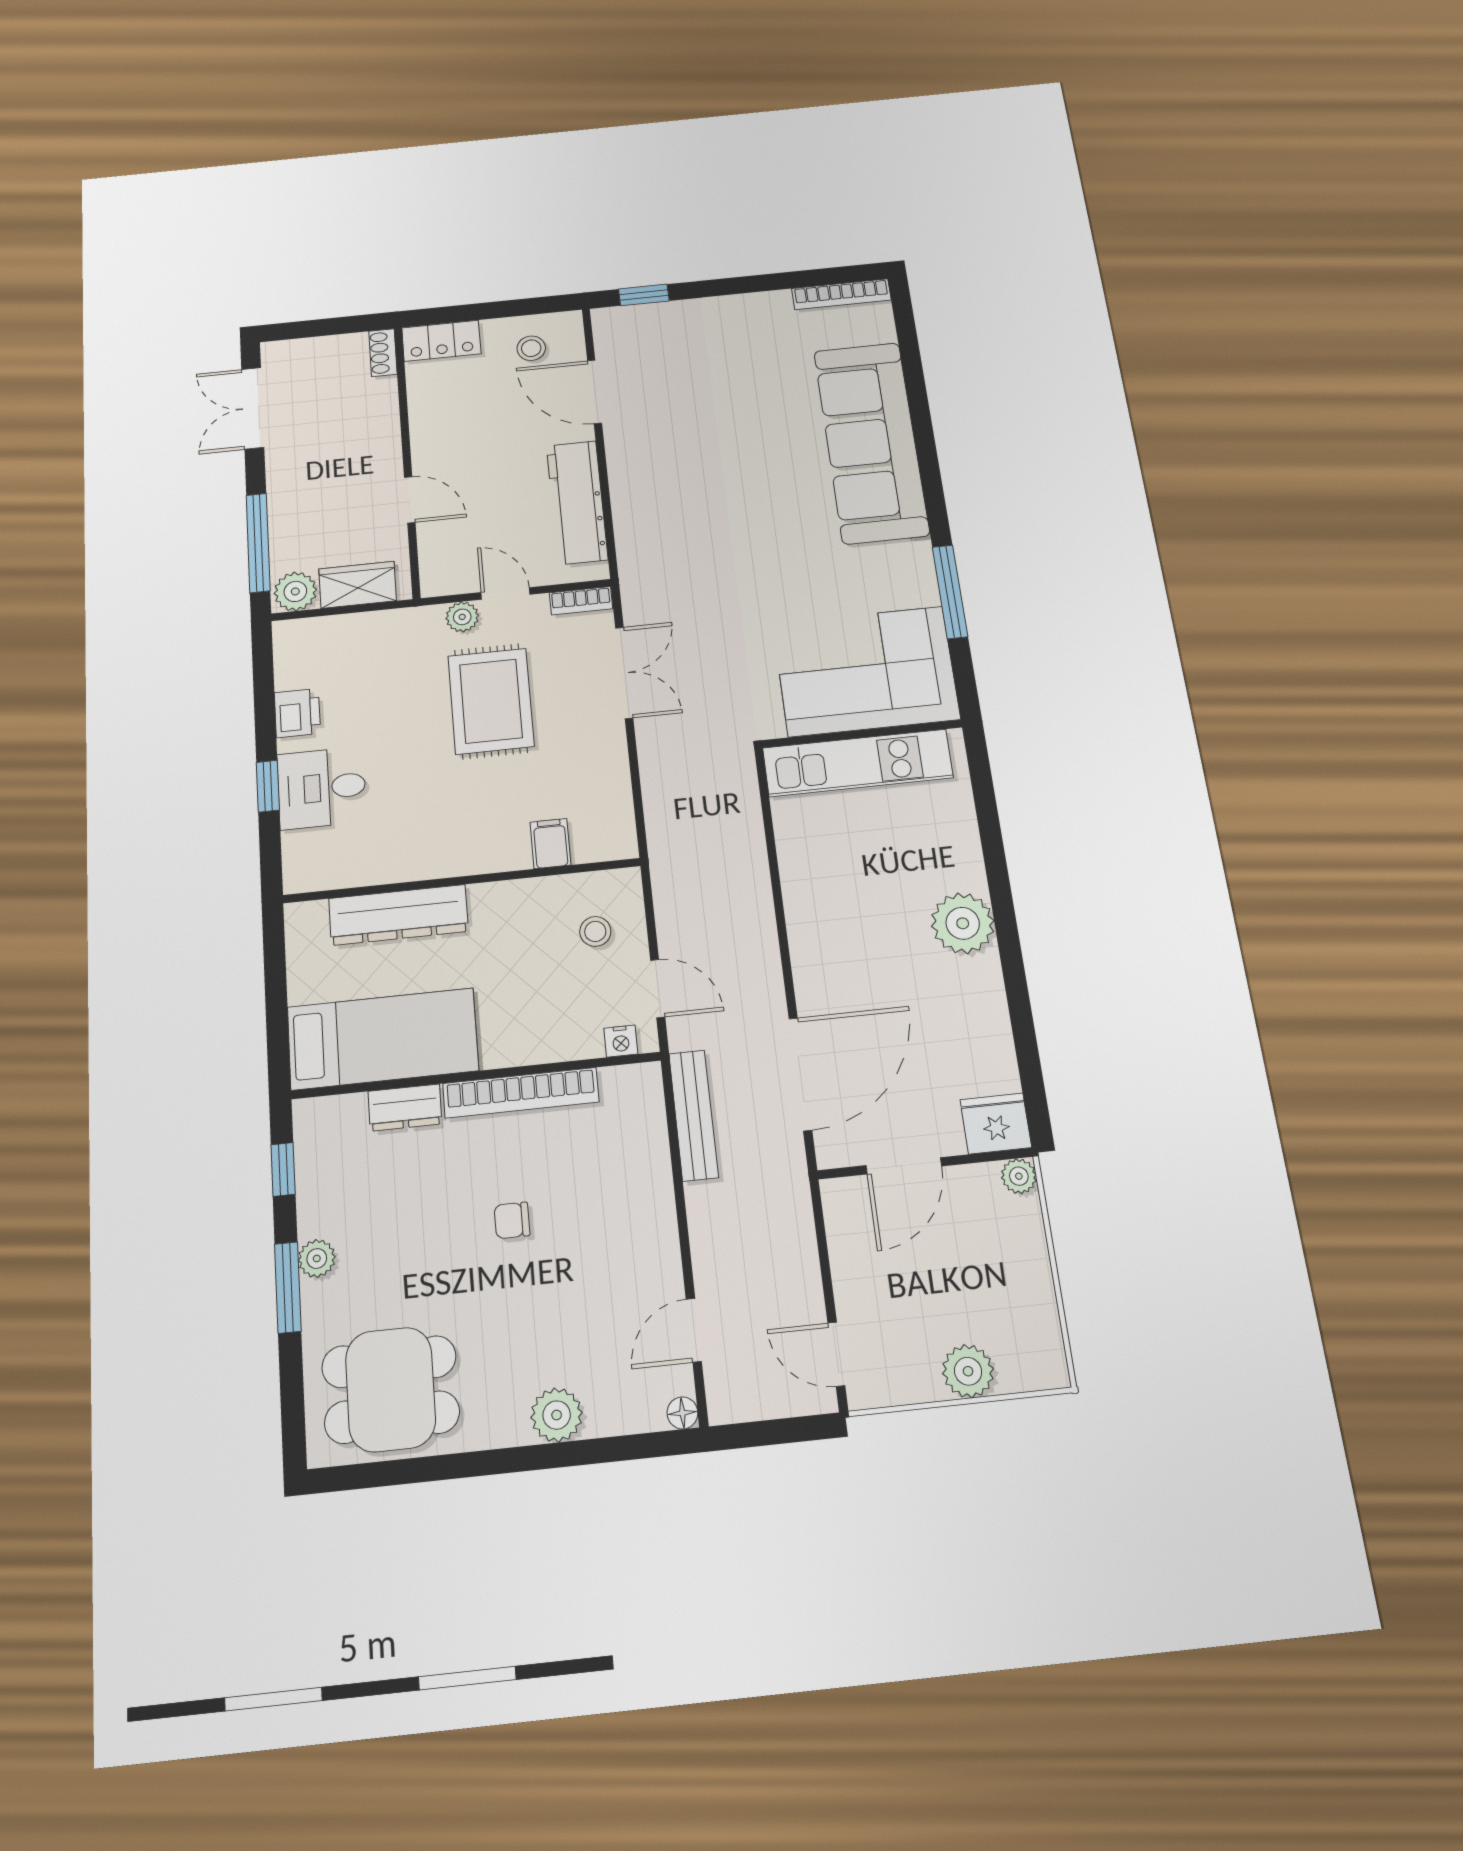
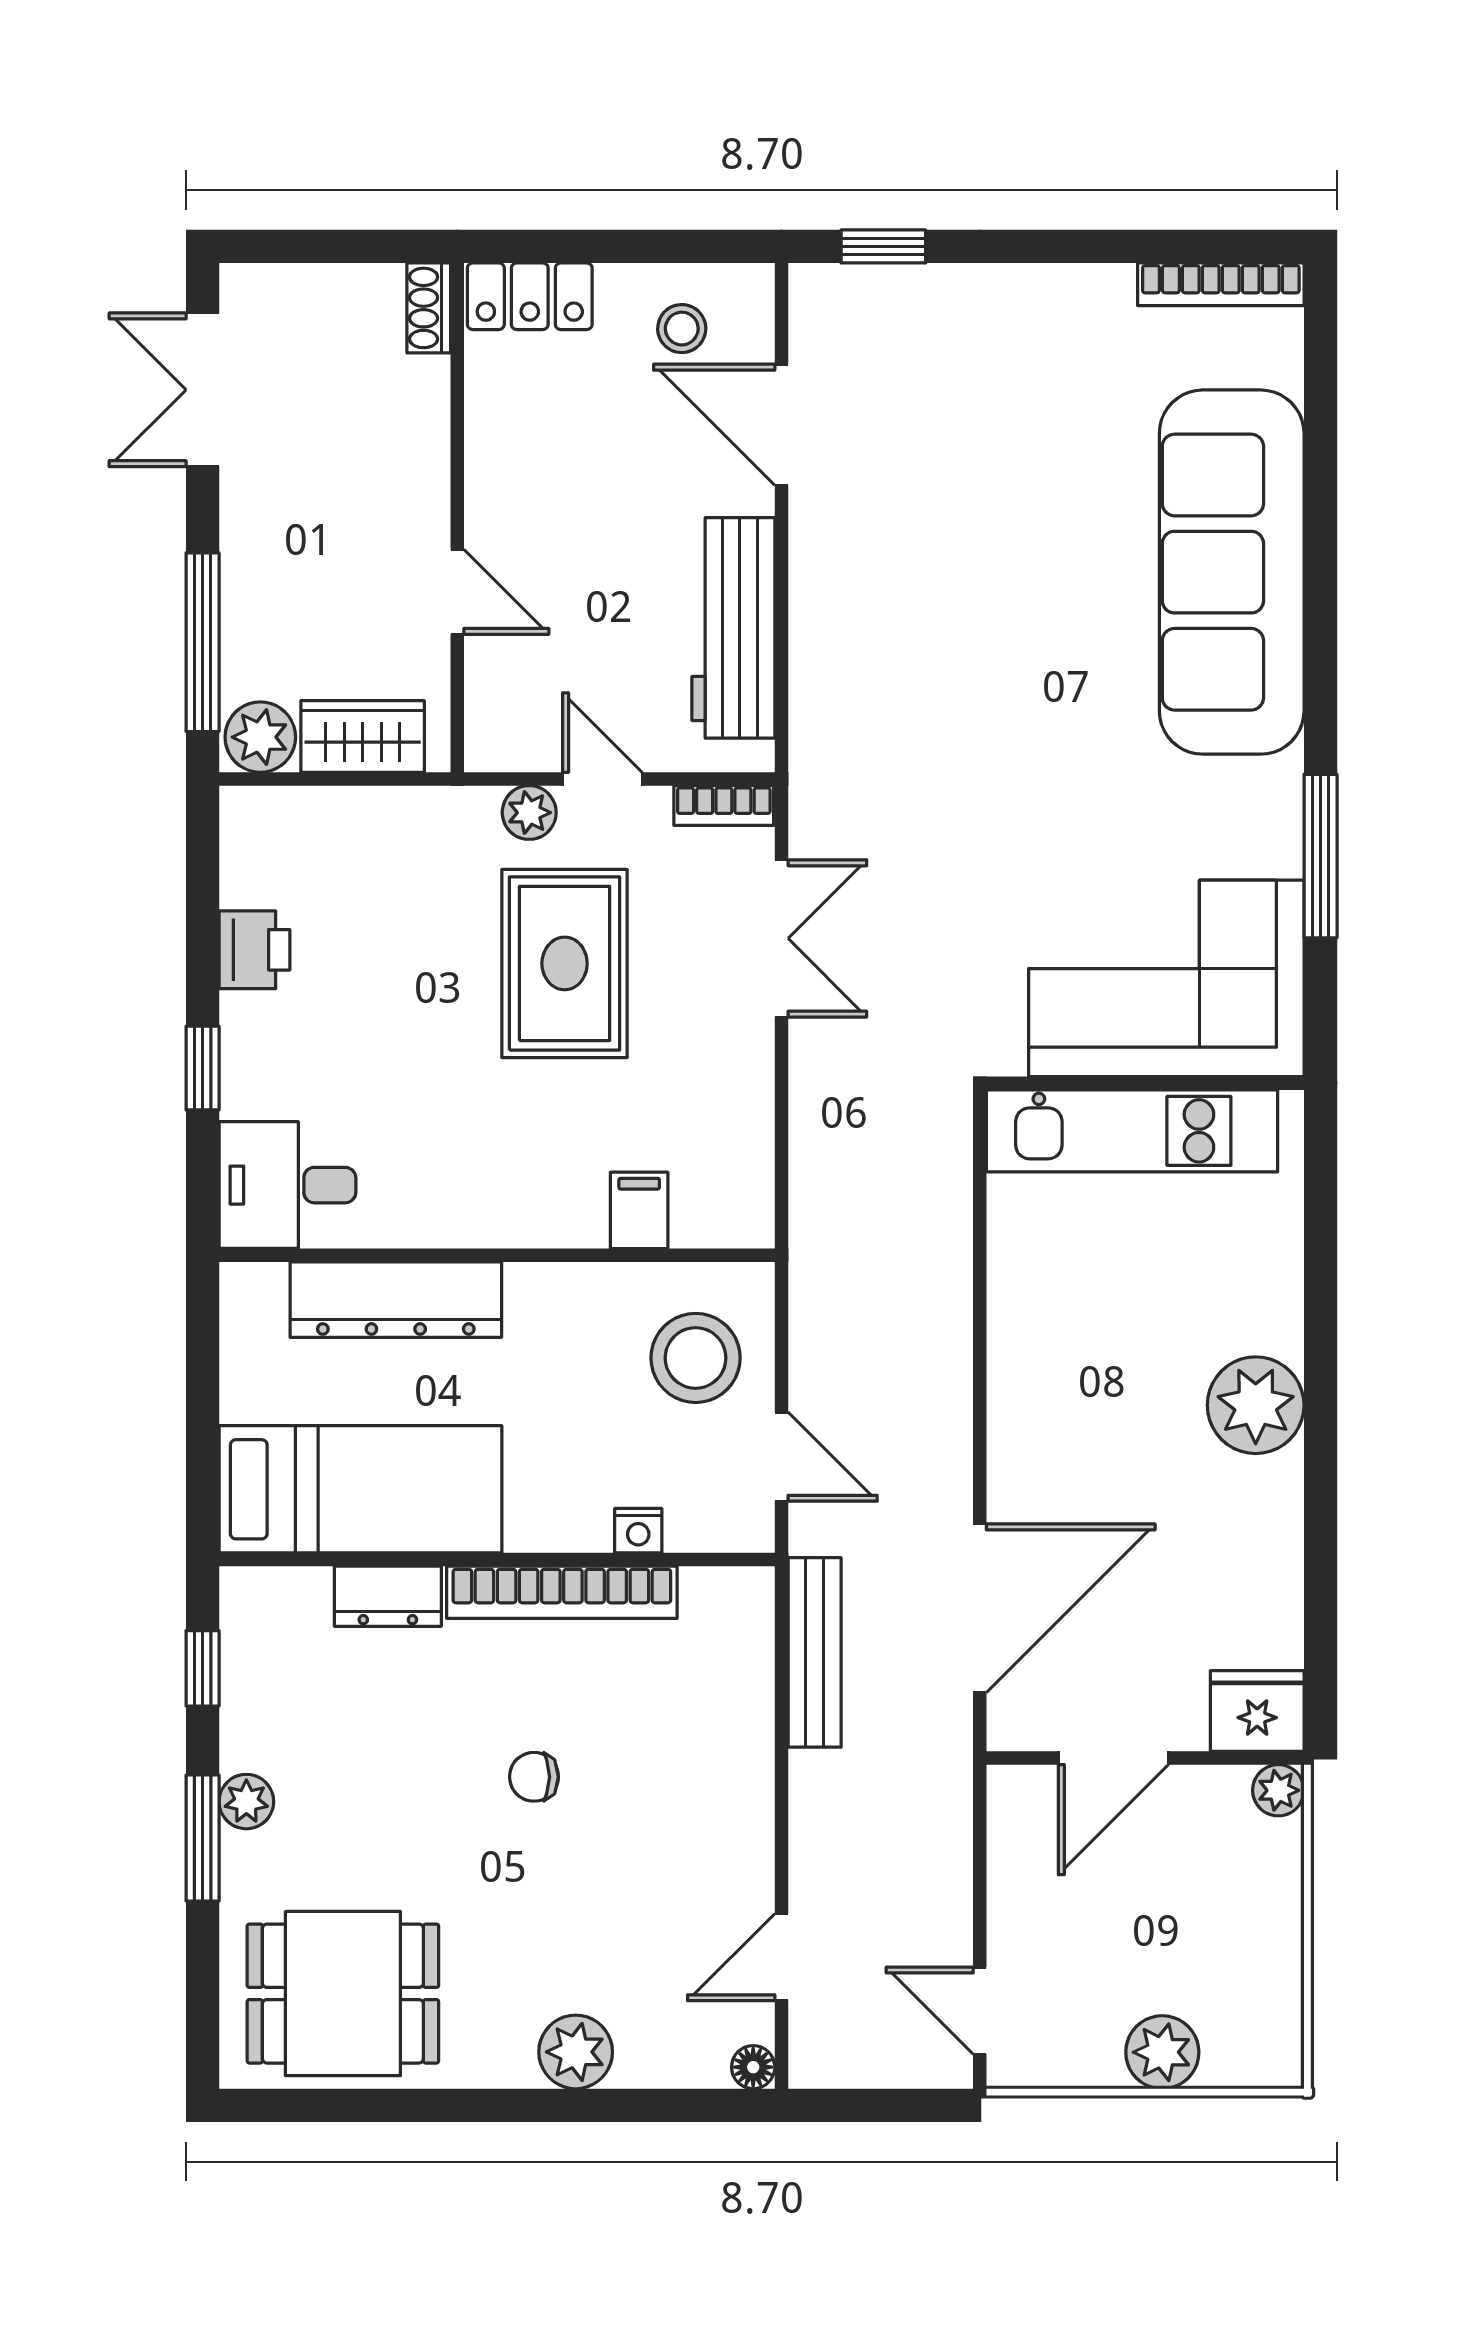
desk: (322, 788) -> (287, 1185), moved
stool: (595, 931) -> (696, 1358), width x1.89, depth x1.89
nightstand: (621, 1041) -> (638, 1531), moved

